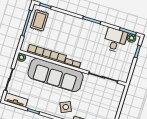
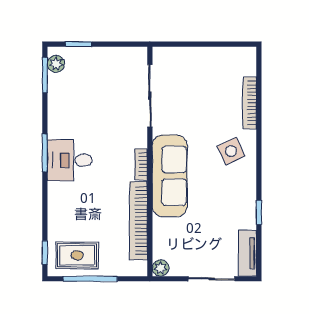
desk: (115, 40) -> (70, 160), moved
sofa: (56, 75) -> (170, 176), width x0.74, depth x0.79

